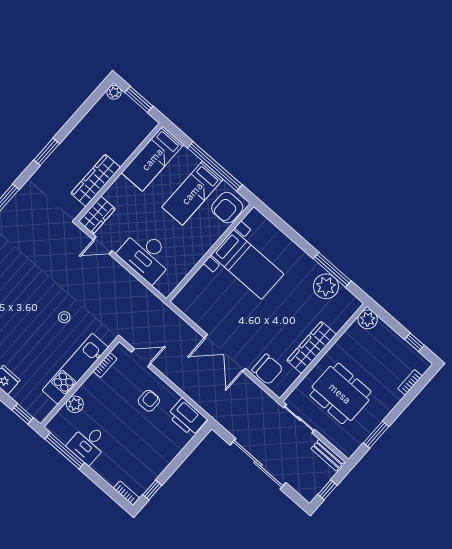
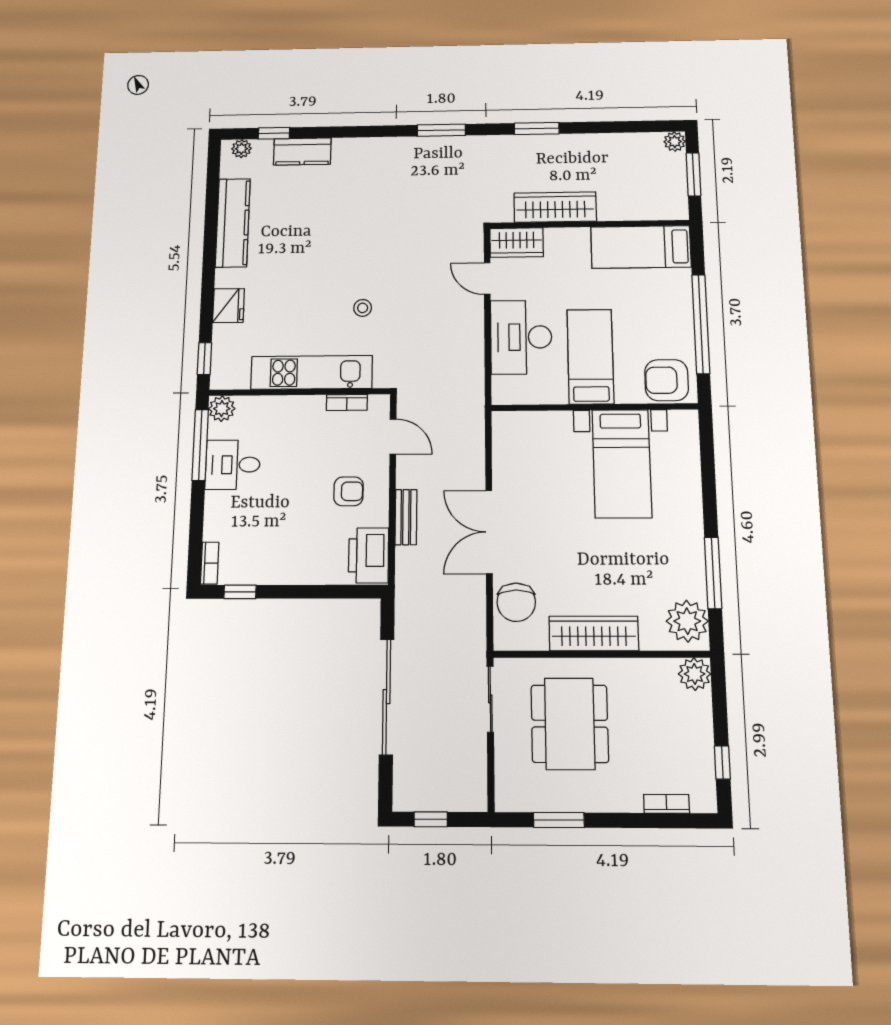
bed: (192, 193) -> (590, 357), moved, turned 90
plant: (326, 286) -> (687, 621), moved
plant: (75, 404) -> (222, 409), moved
bench: (328, 455) -> (406, 517), moved

